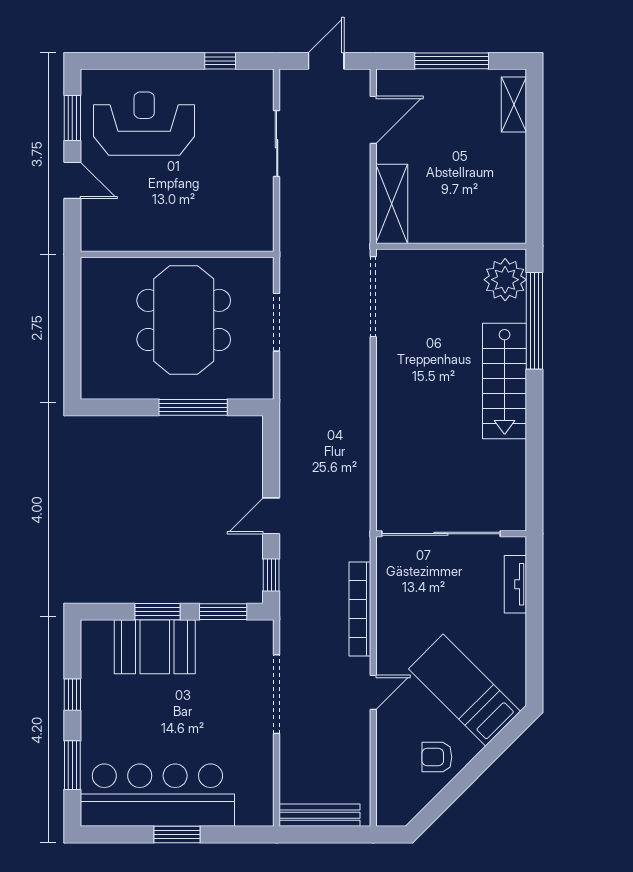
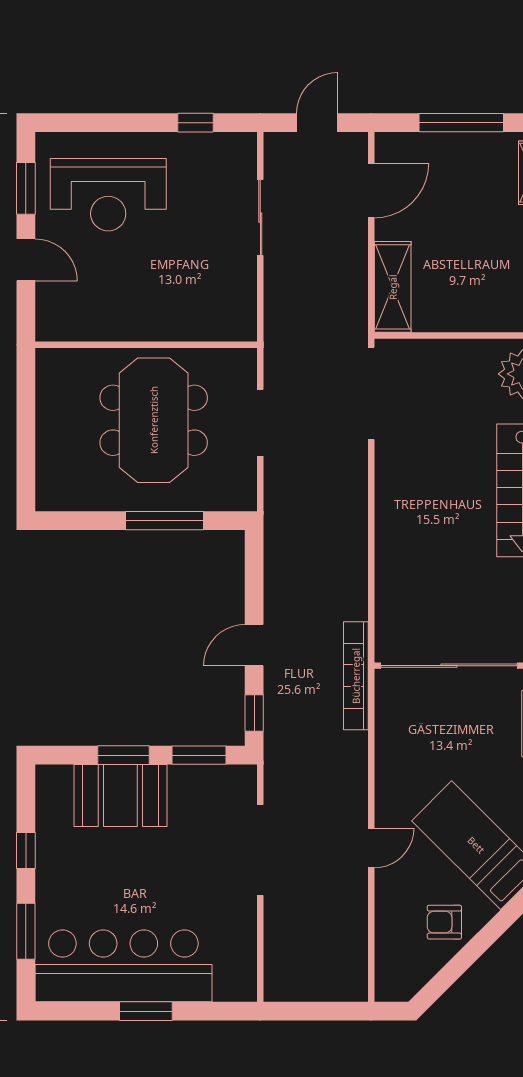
reception desk: (144, 124) -> (108, 195), turned 180
bookcase: (360, 609) -> (356, 676), moved
bench: (320, 815) -> (310, 989), removed

